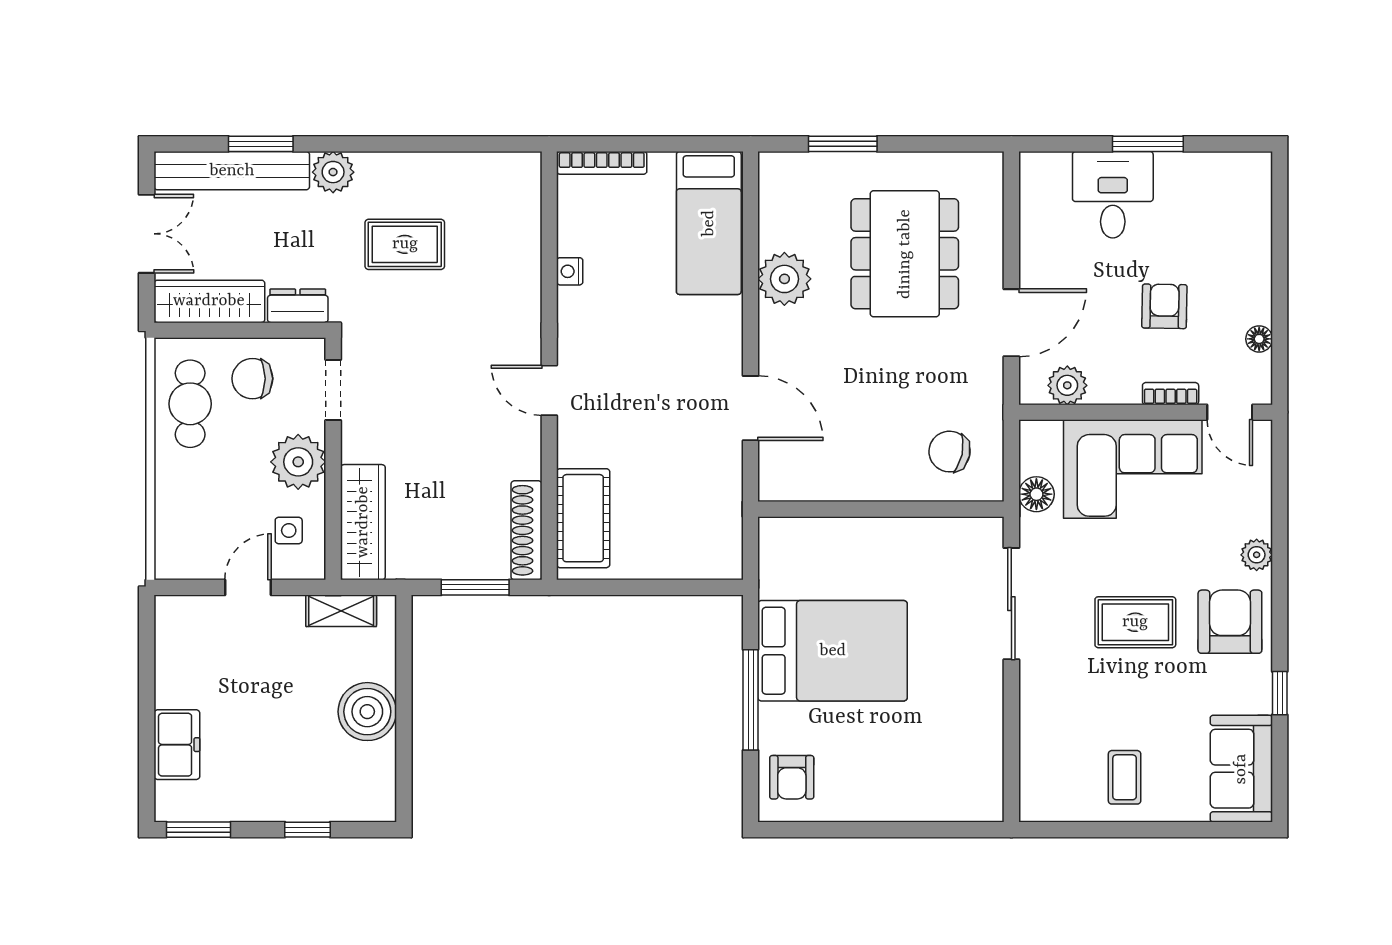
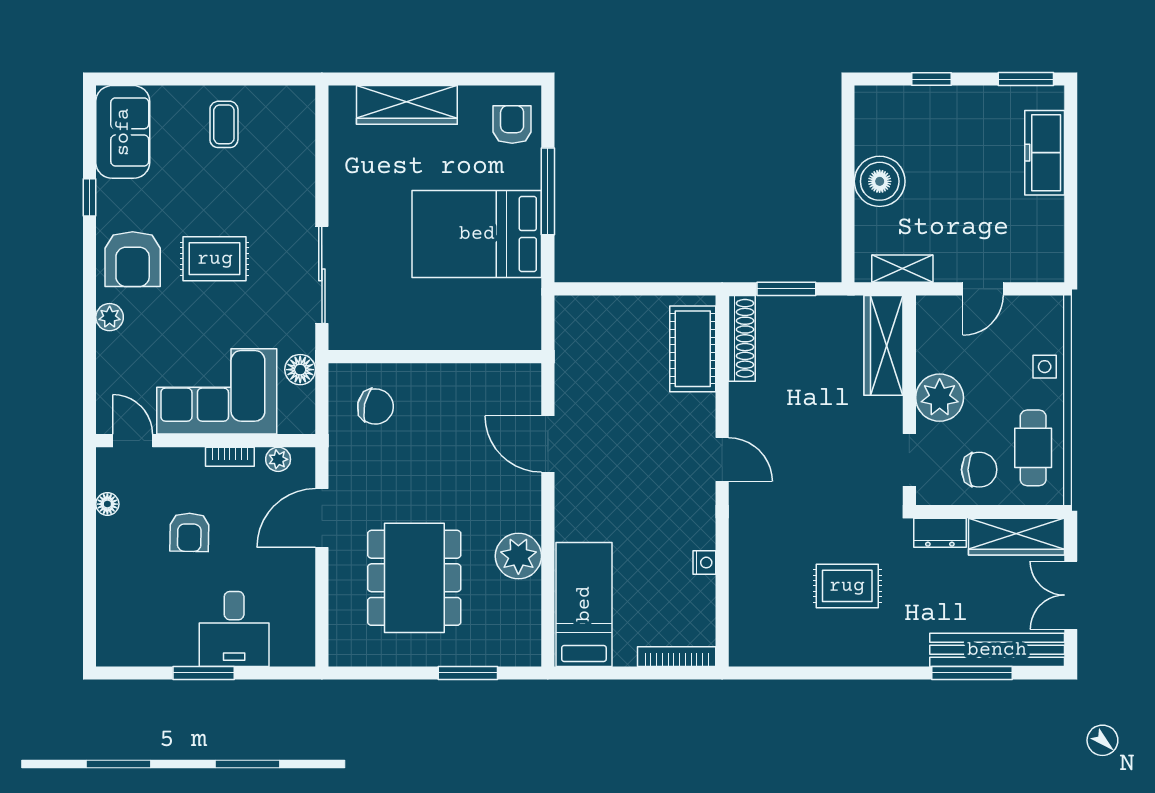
window: (261, 144) -> (972, 673), width x1.44
plant: (333, 172) -> (909, 649), removed
plant: (1067, 385) -> (278, 459), width x0.73, depth x0.73
bookcase: (1171, 394) -> (230, 457), moved
side table: (289, 531) -> (1045, 367), moved
freezer: (177, 745) -> (1045, 153), width x1.40
wardrobe: (913, 800) -> (407, 105), added

